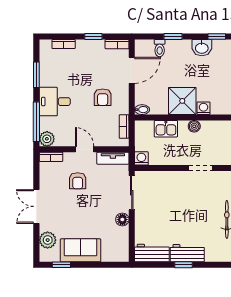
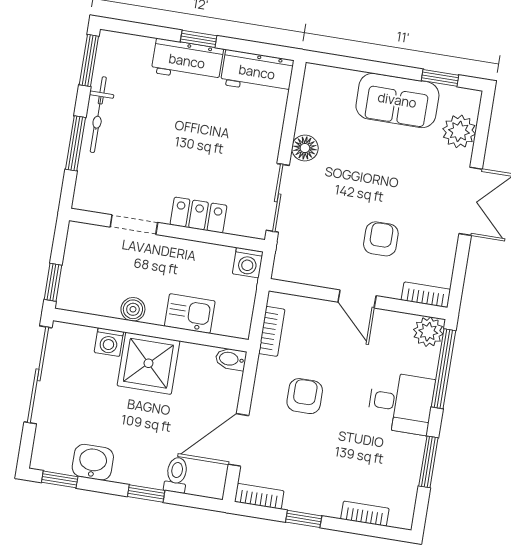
tv unit: (113, 158) -> (304, 272), removed
locker: (169, 178) -> (199, 215), added

